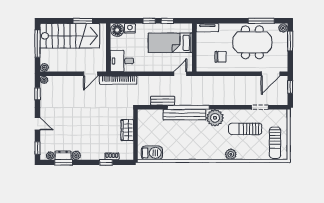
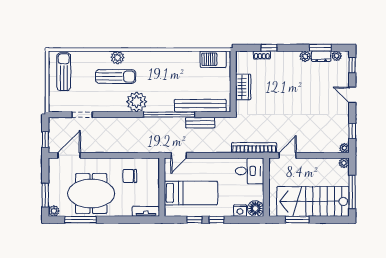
bench: (185, 115) -> (200, 106), moved
sun lounger: (245, 129) -> (116, 77), moved

